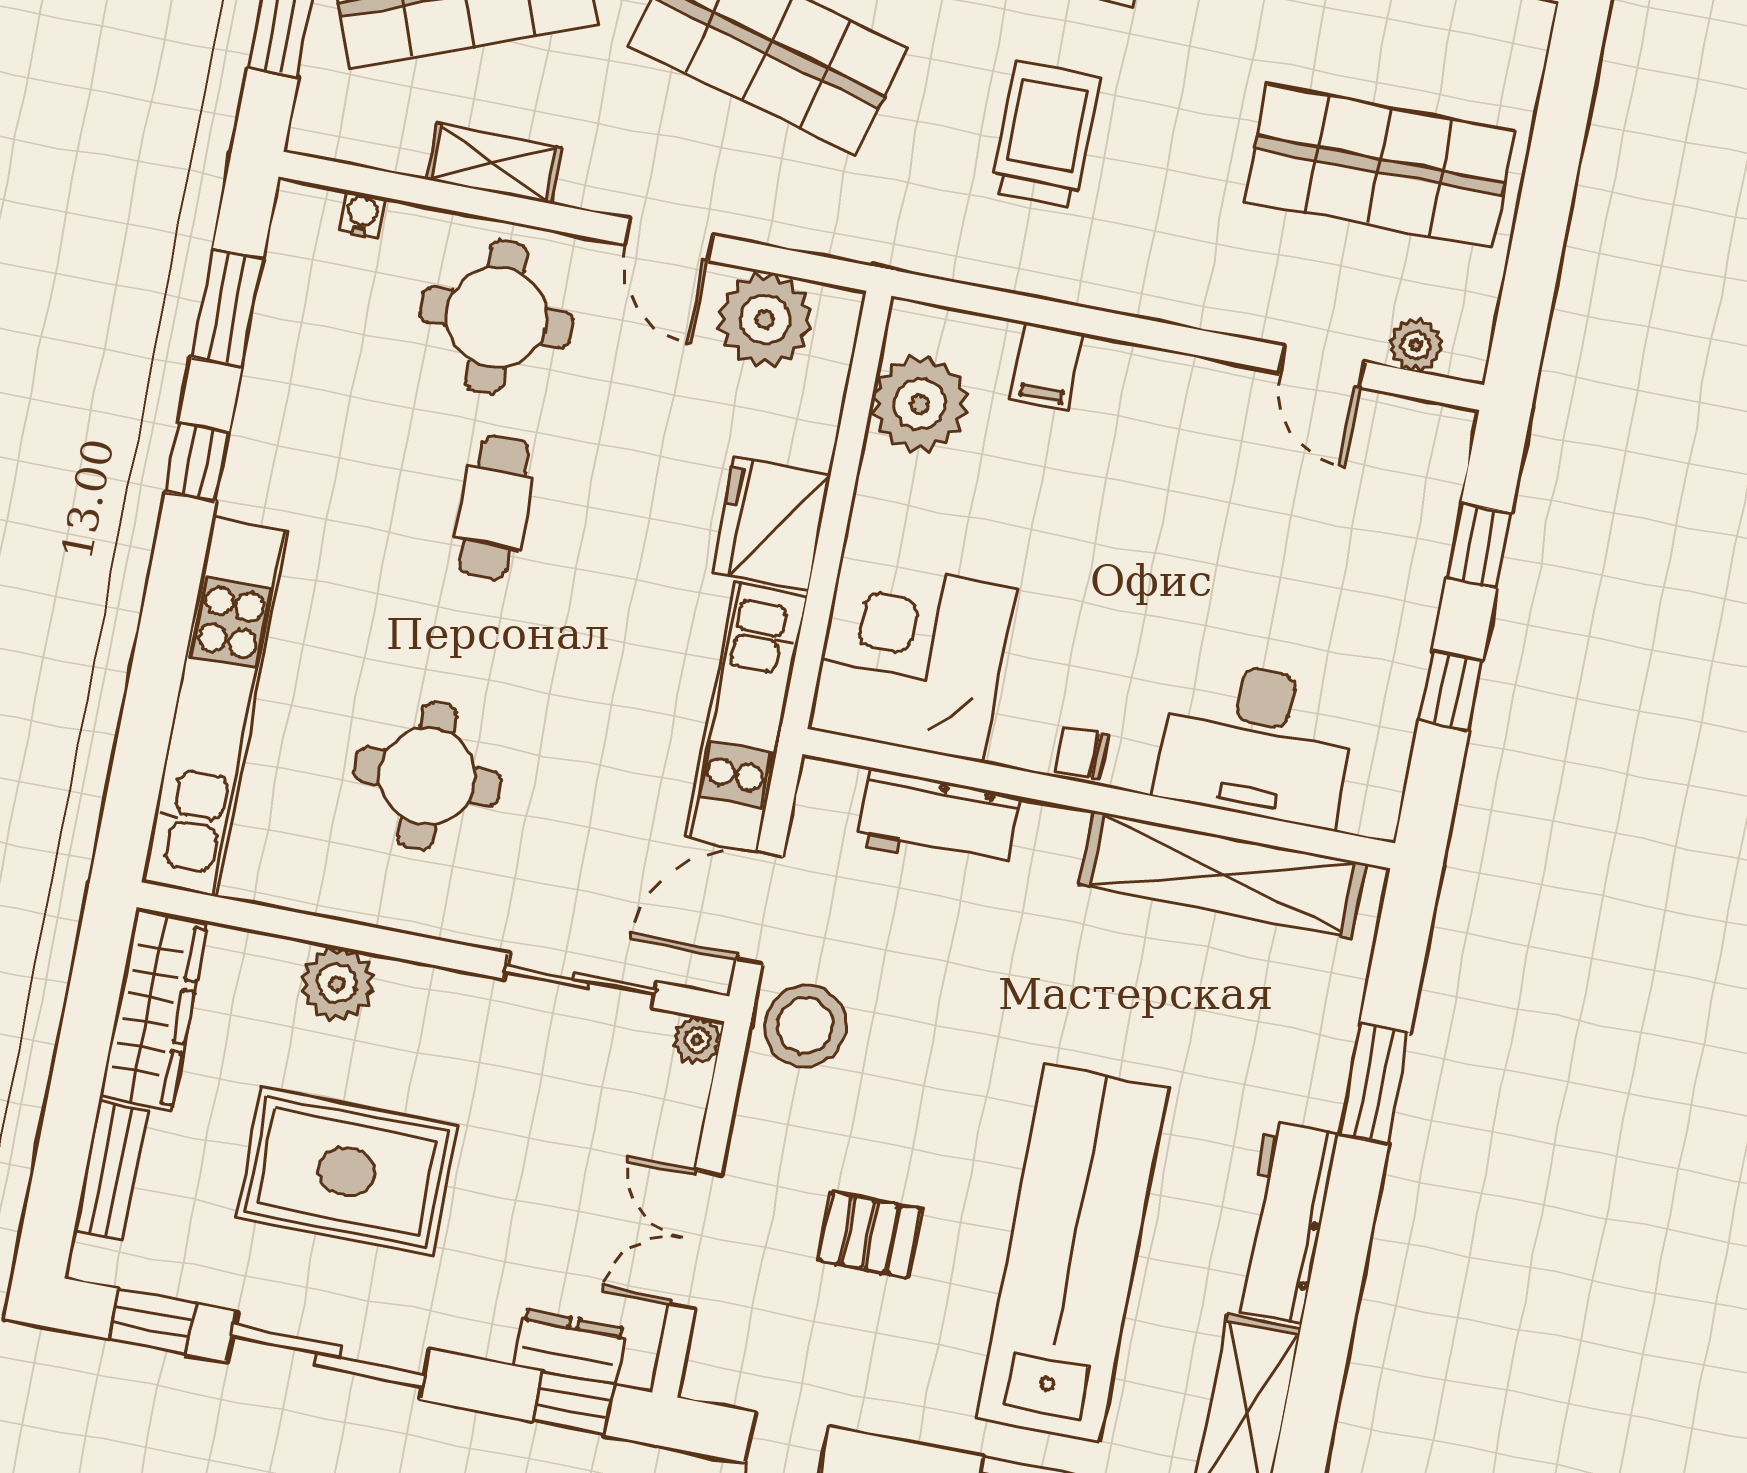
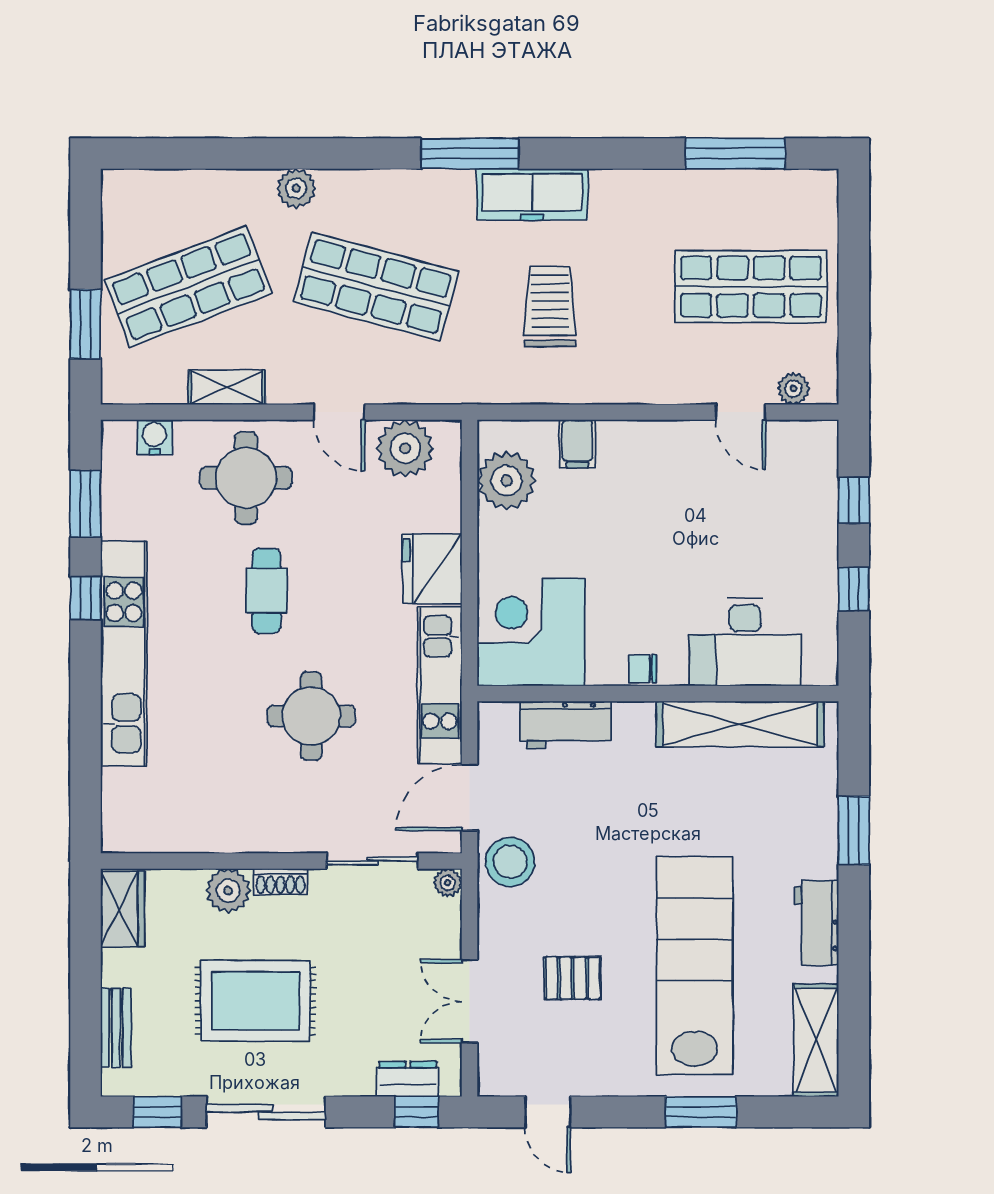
water cooler: (362, 214) -> (155, 437), width x1.38, depth x1.38
kitchen unit: (215, 707) -> (124, 654), moved
round table: (427, 776) -> (311, 716), moved
shoe rack: (425, 985) -> (280, 882), added
wardrobe: (154, 1011) -> (123, 909), width x0.67
workbench: (1285, 1222) -> (817, 923), width x0.73

